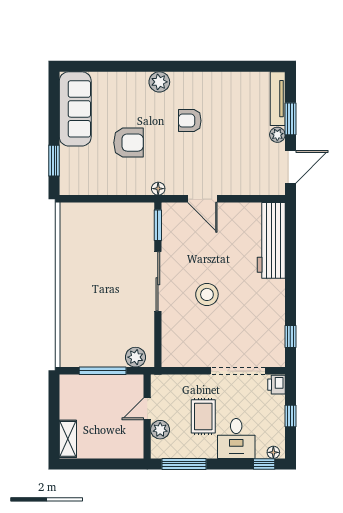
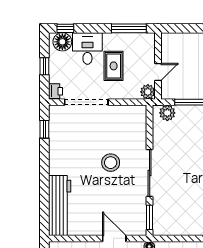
plant: (160, 430) -> (148, 92), moved
floor lamp: (273, 452) -> (62, 42), width x1.89, depth x1.89

